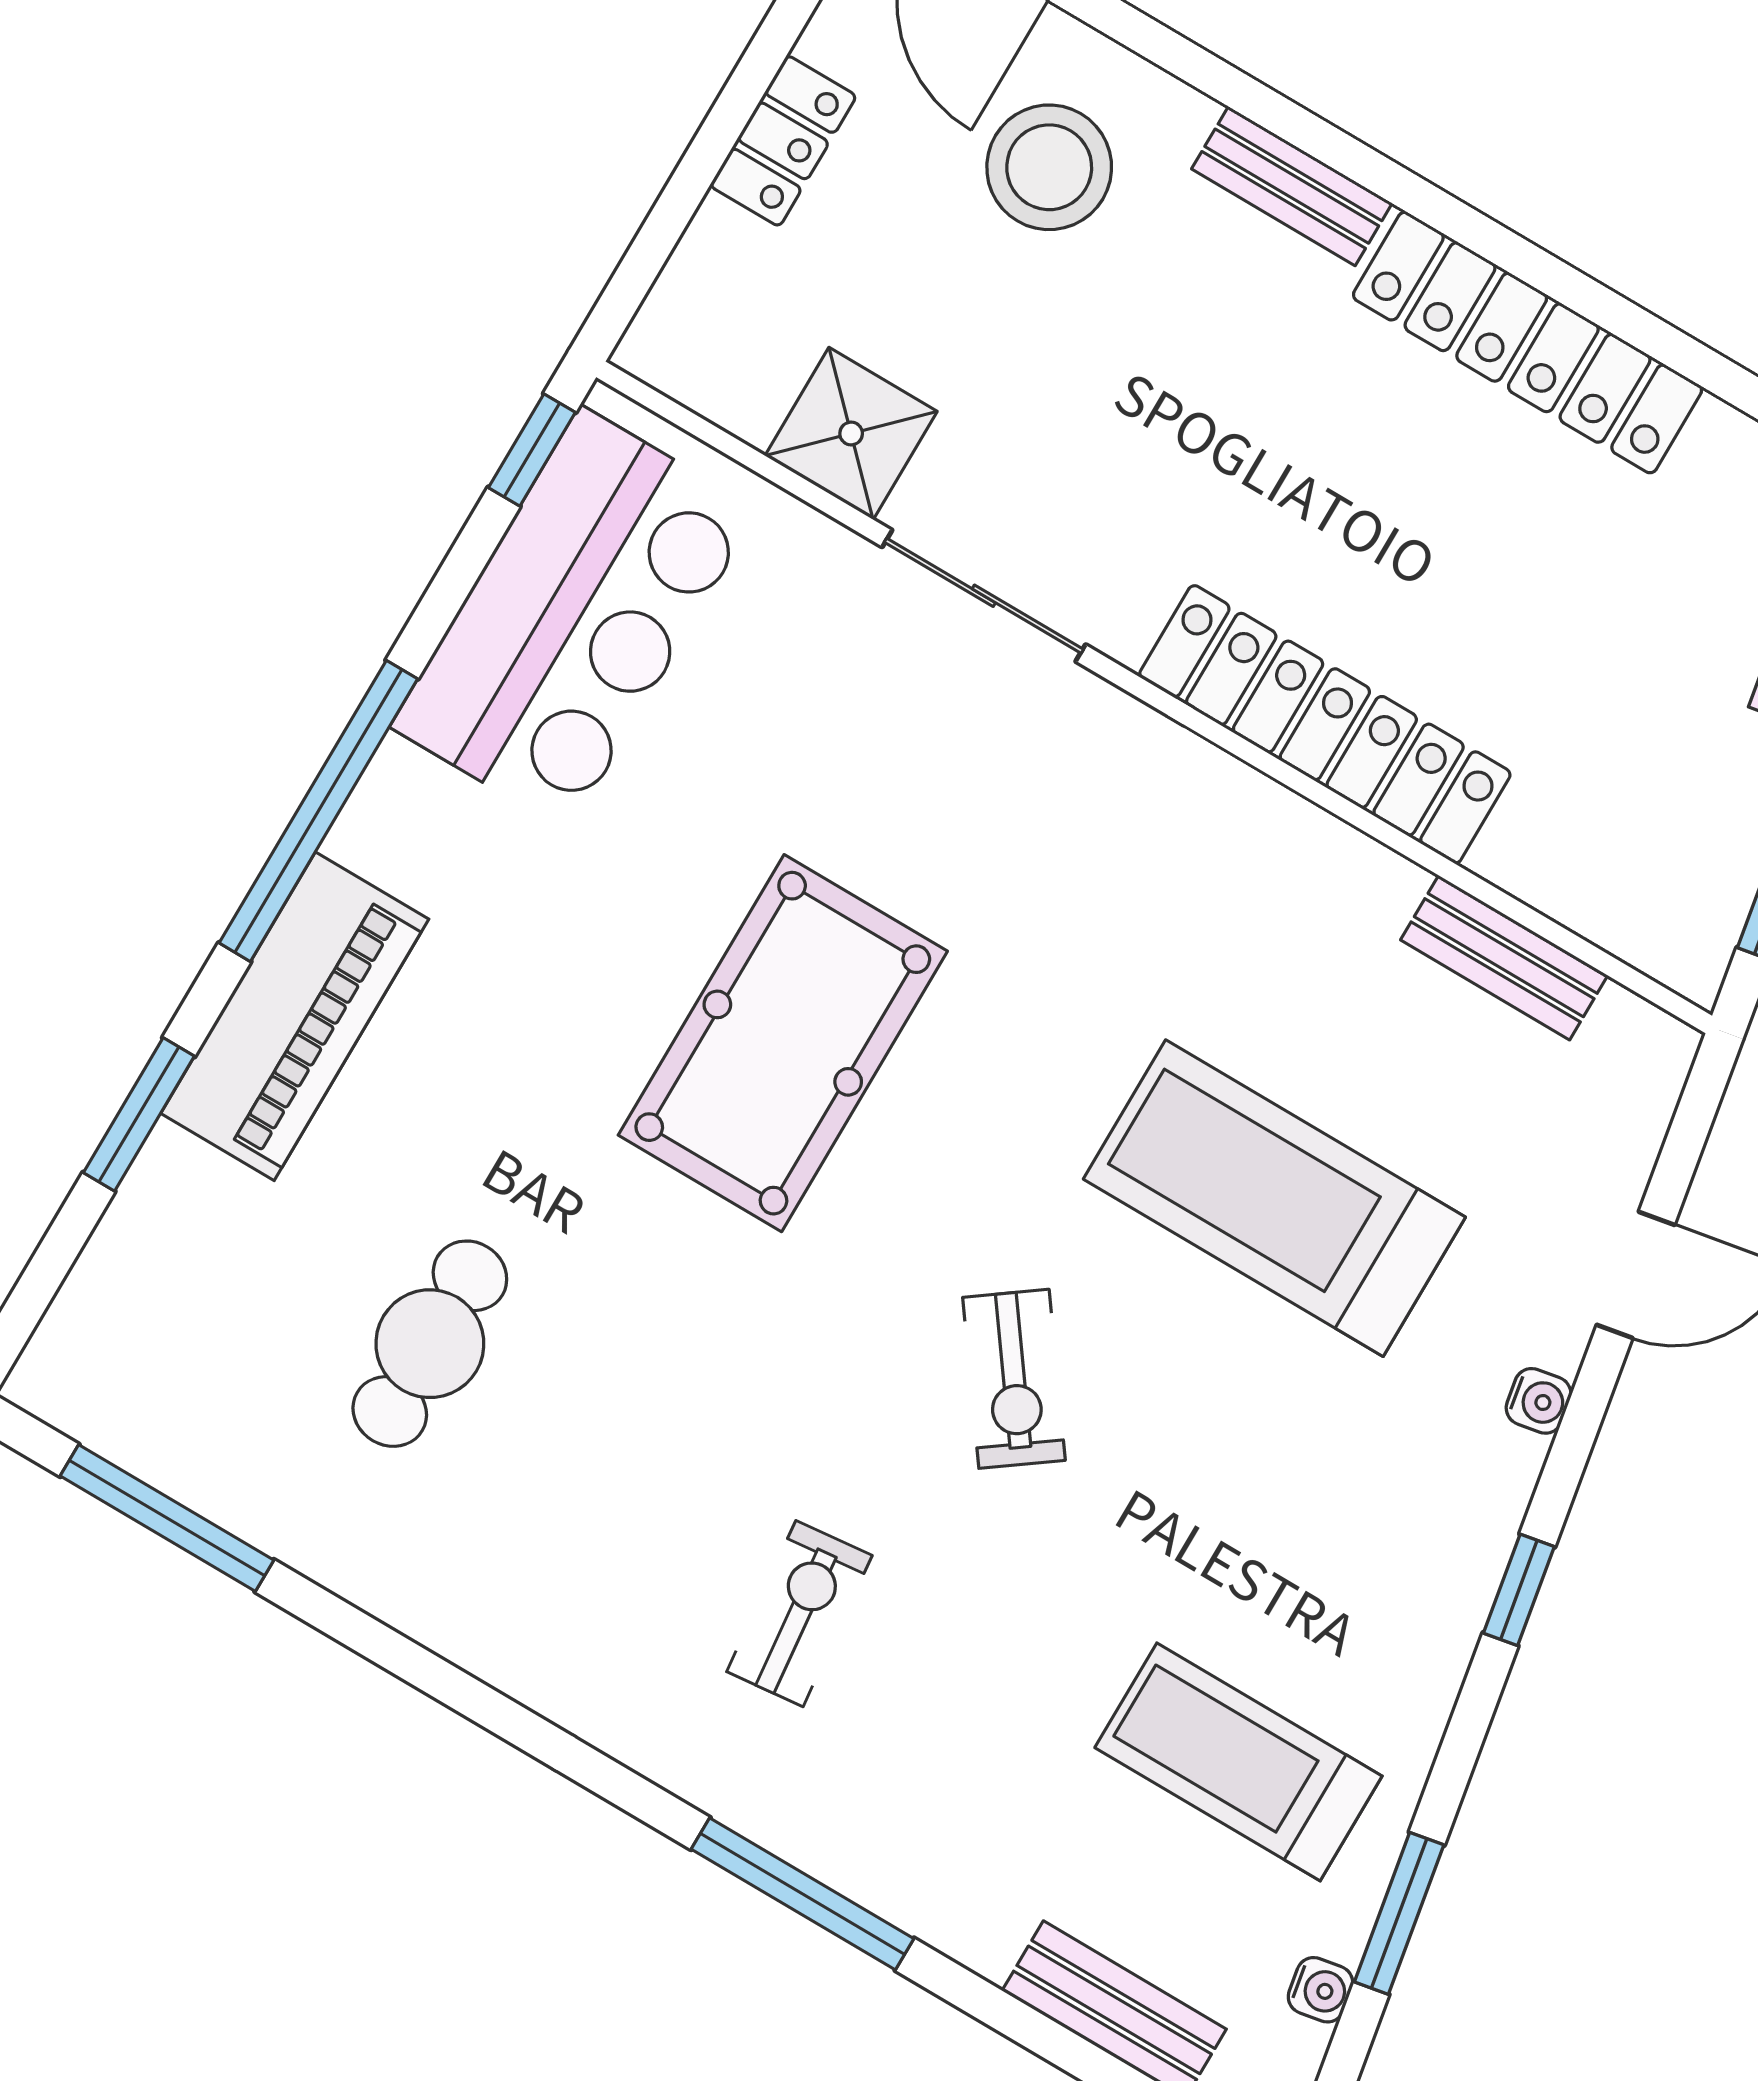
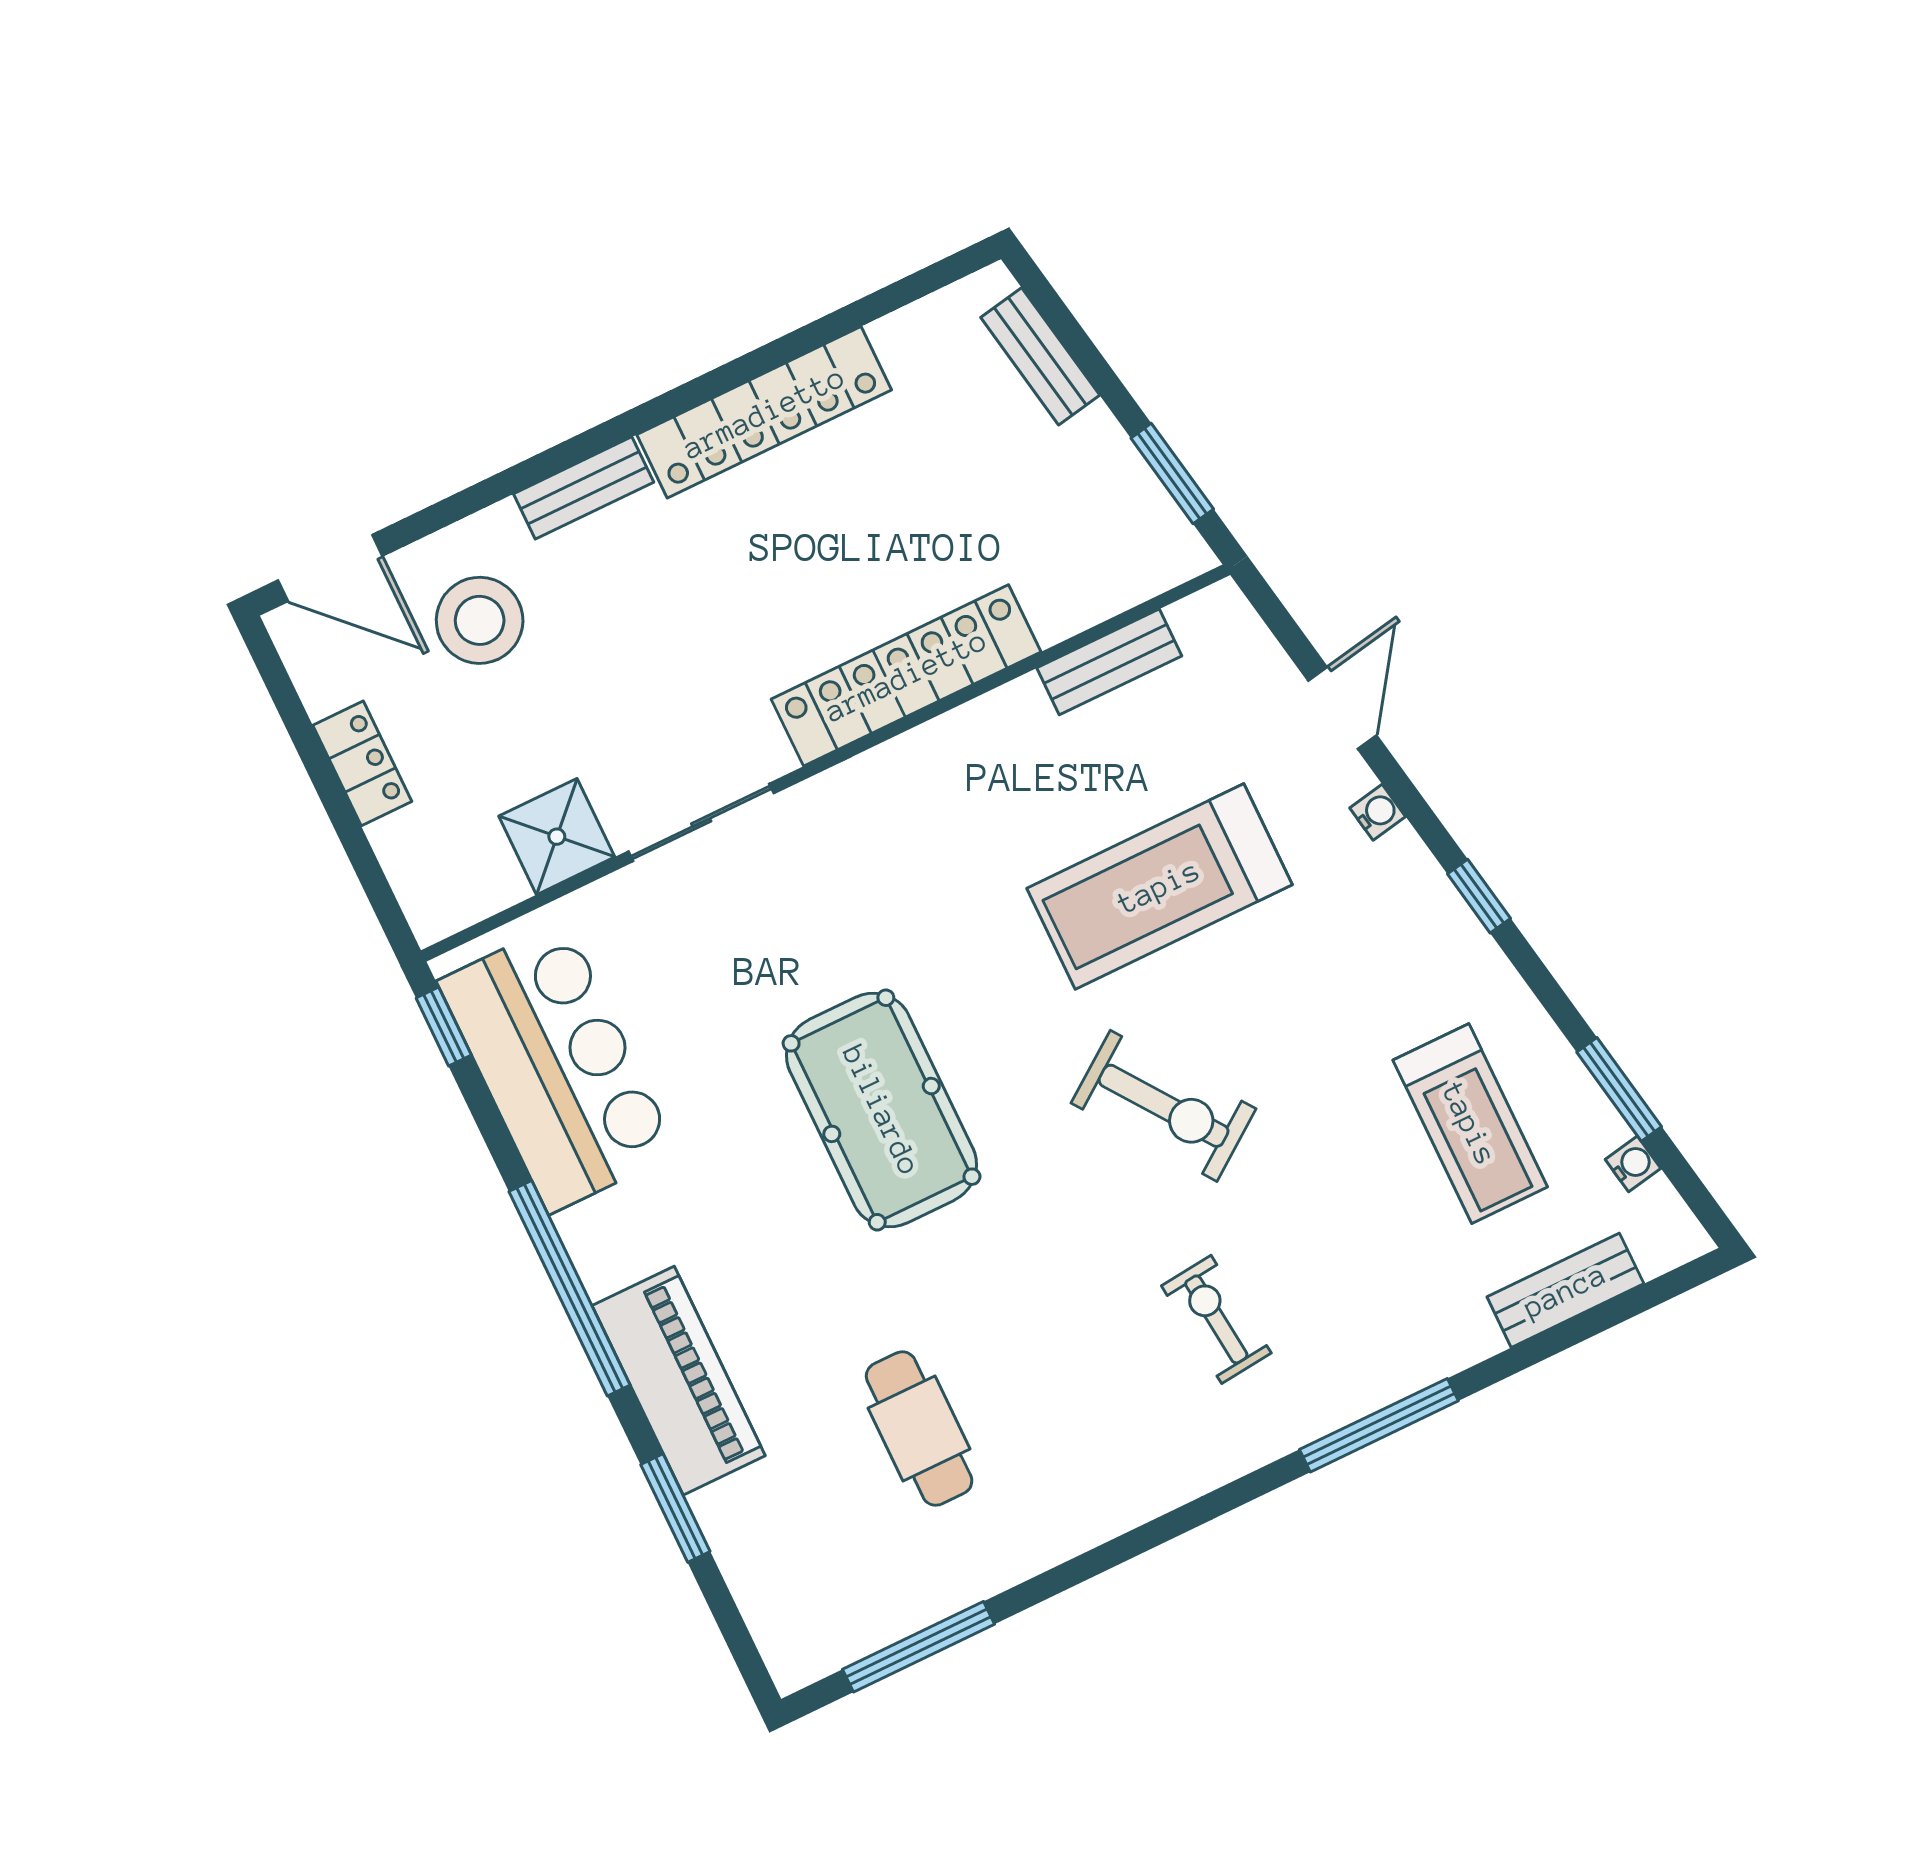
exercise bike: (1014, 1379) -> (1164, 1106), width x1.38, depth x1.39
treadmill: (1238, 1762) -> (1470, 1124), turned -90

